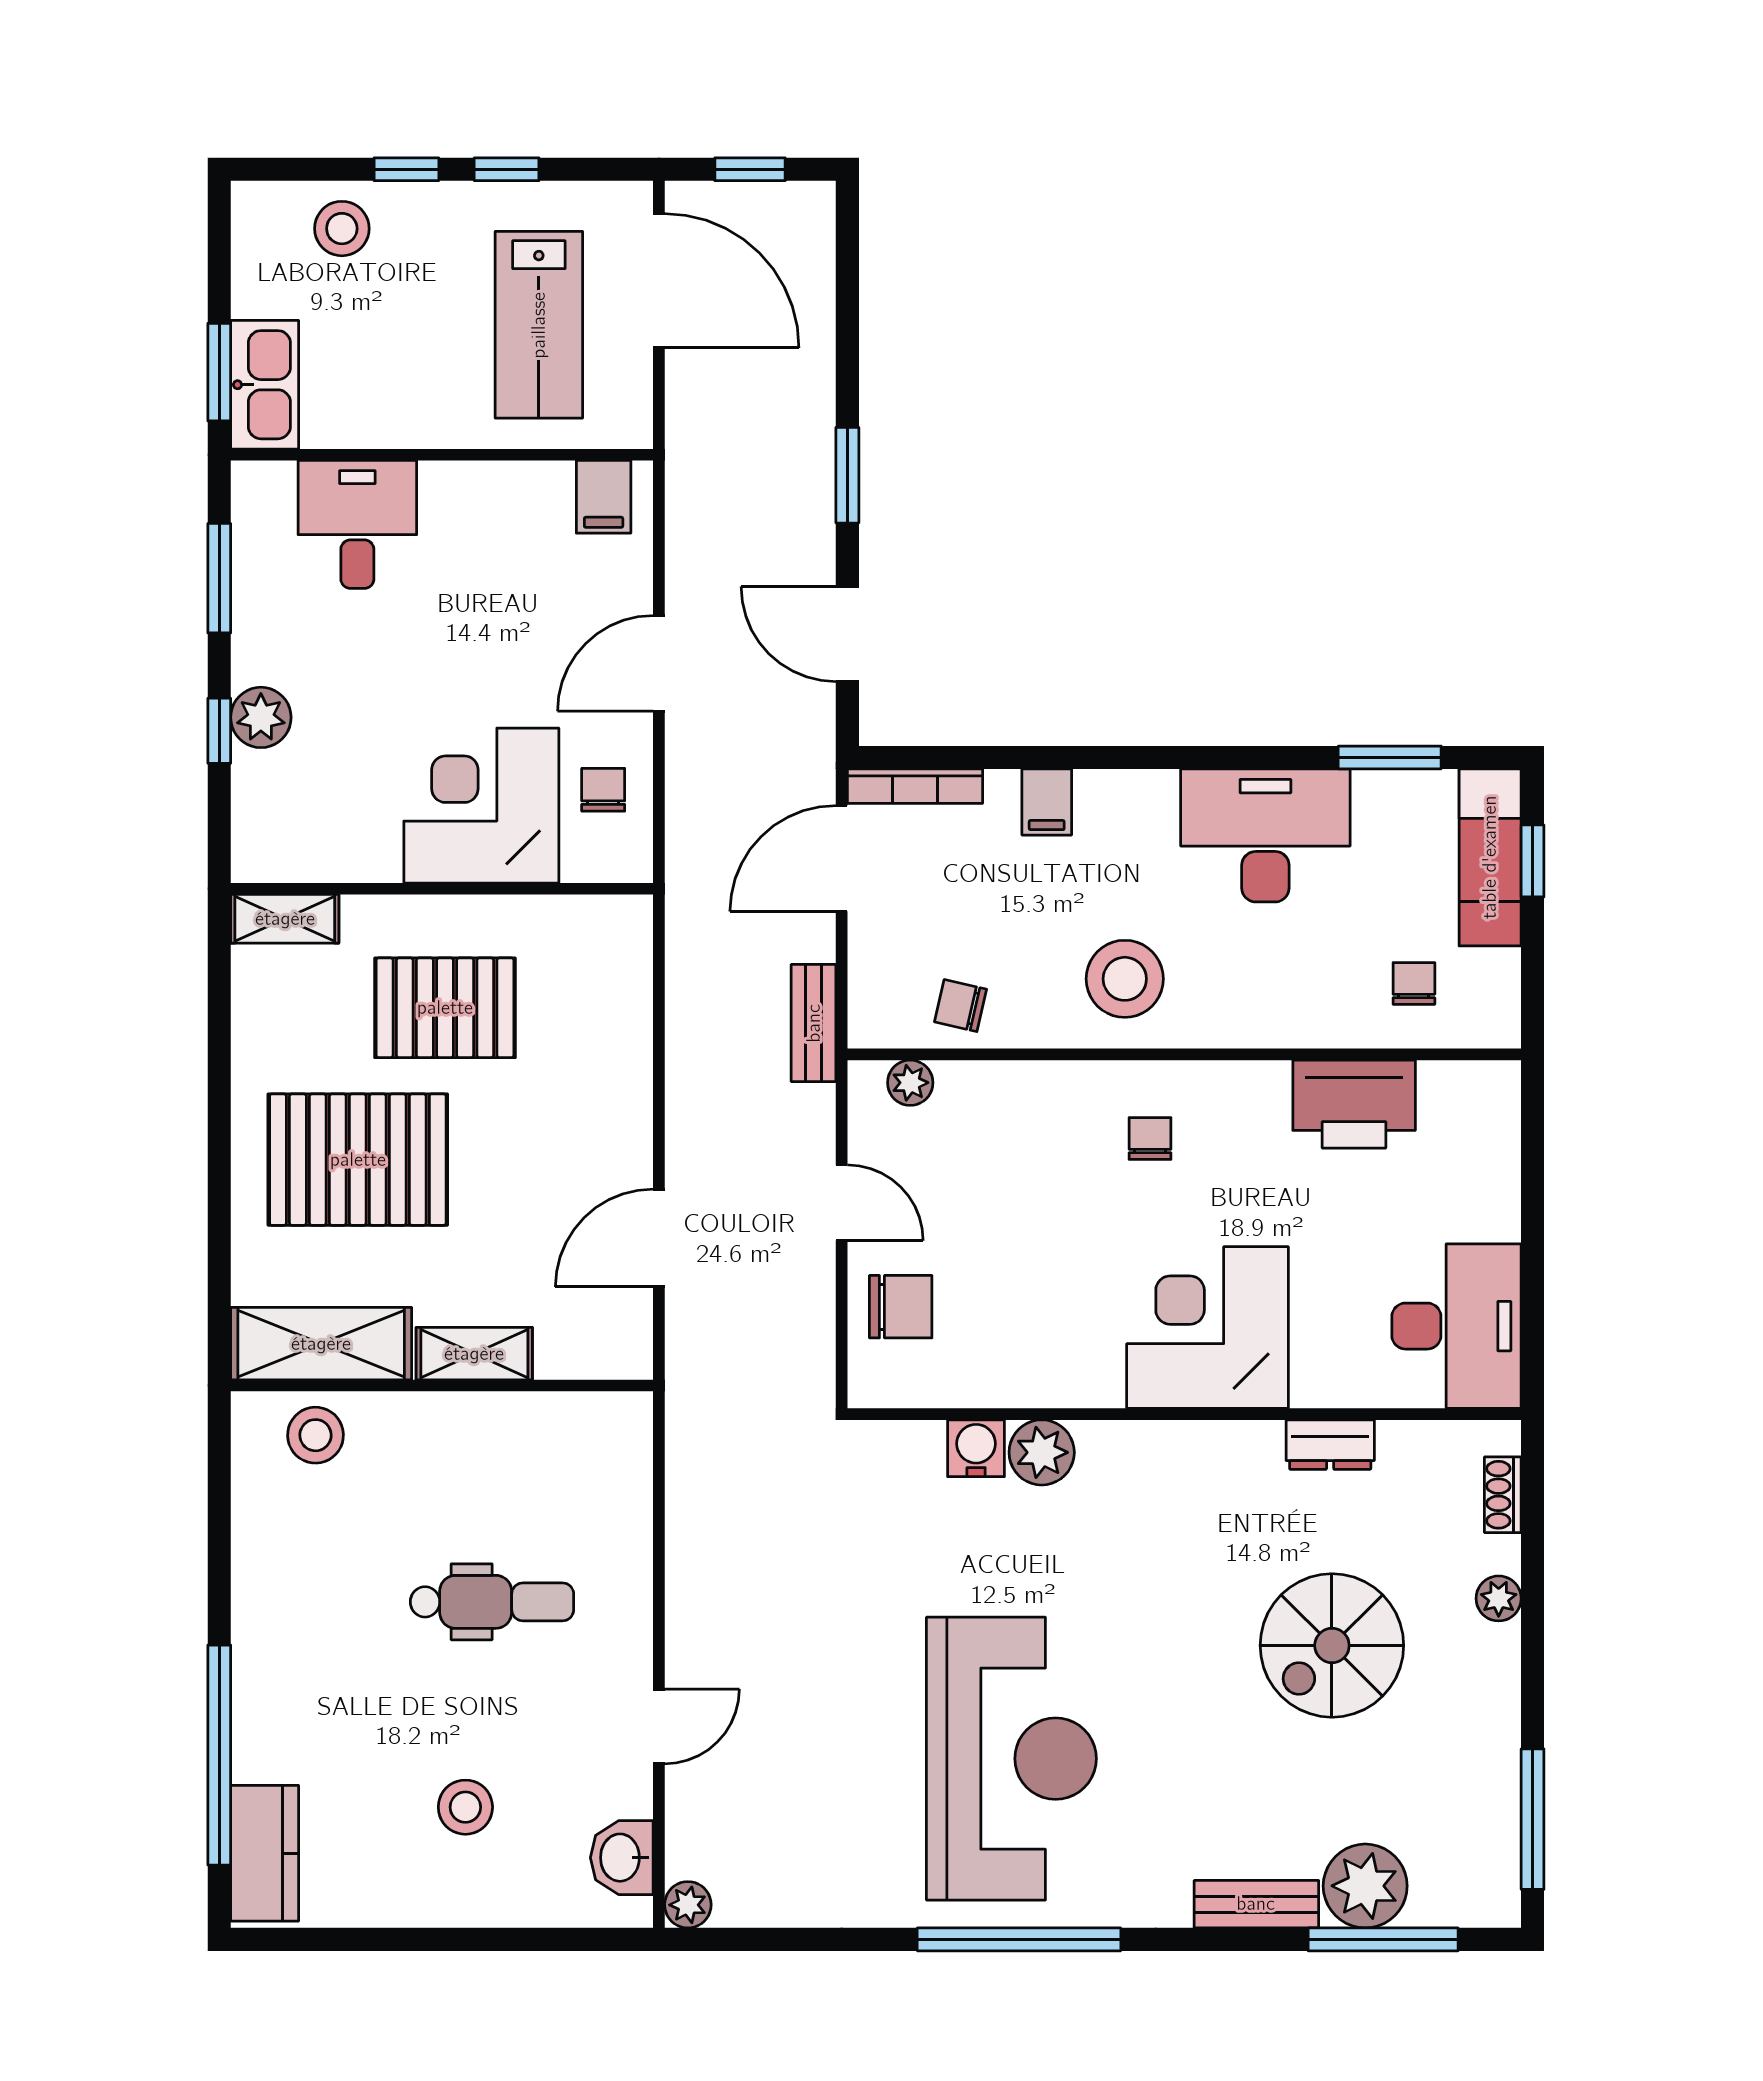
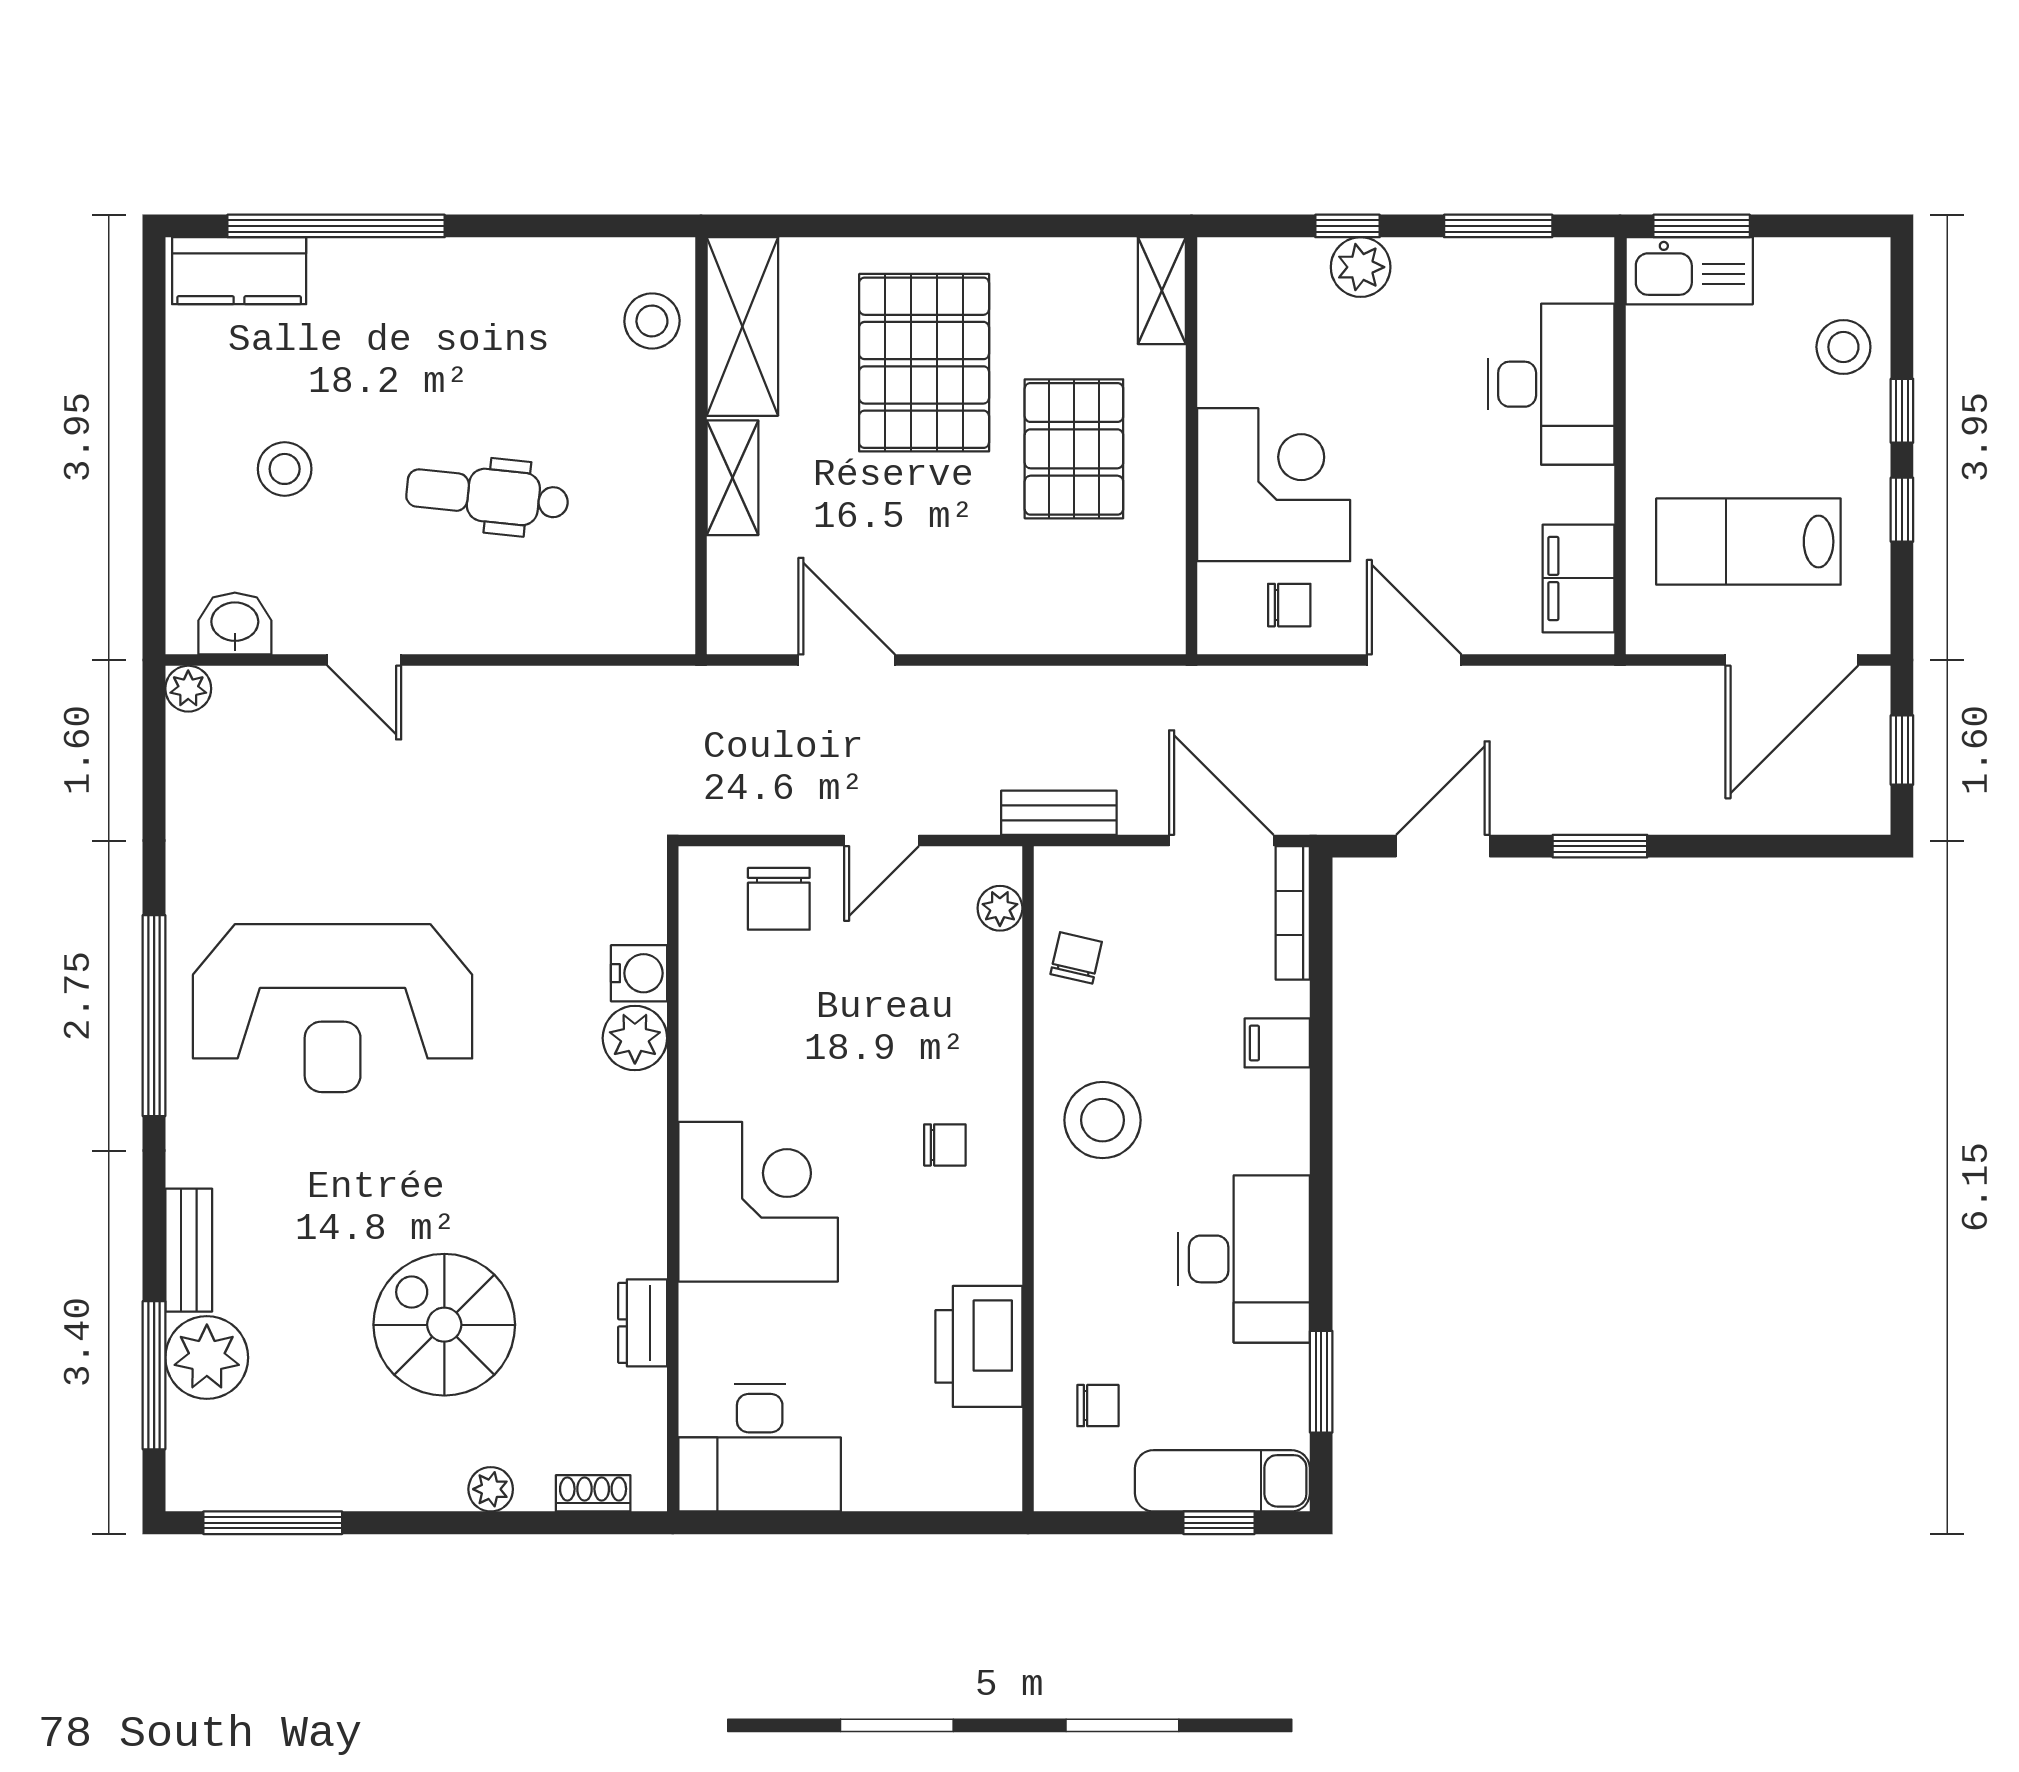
filing cabinet: (604, 497) -> (1578, 578), width x2.00
desk: (357, 524) -> (1551, 384), width x1.37
dental chair: (492, 1602) -> (487, 495), turned 96

